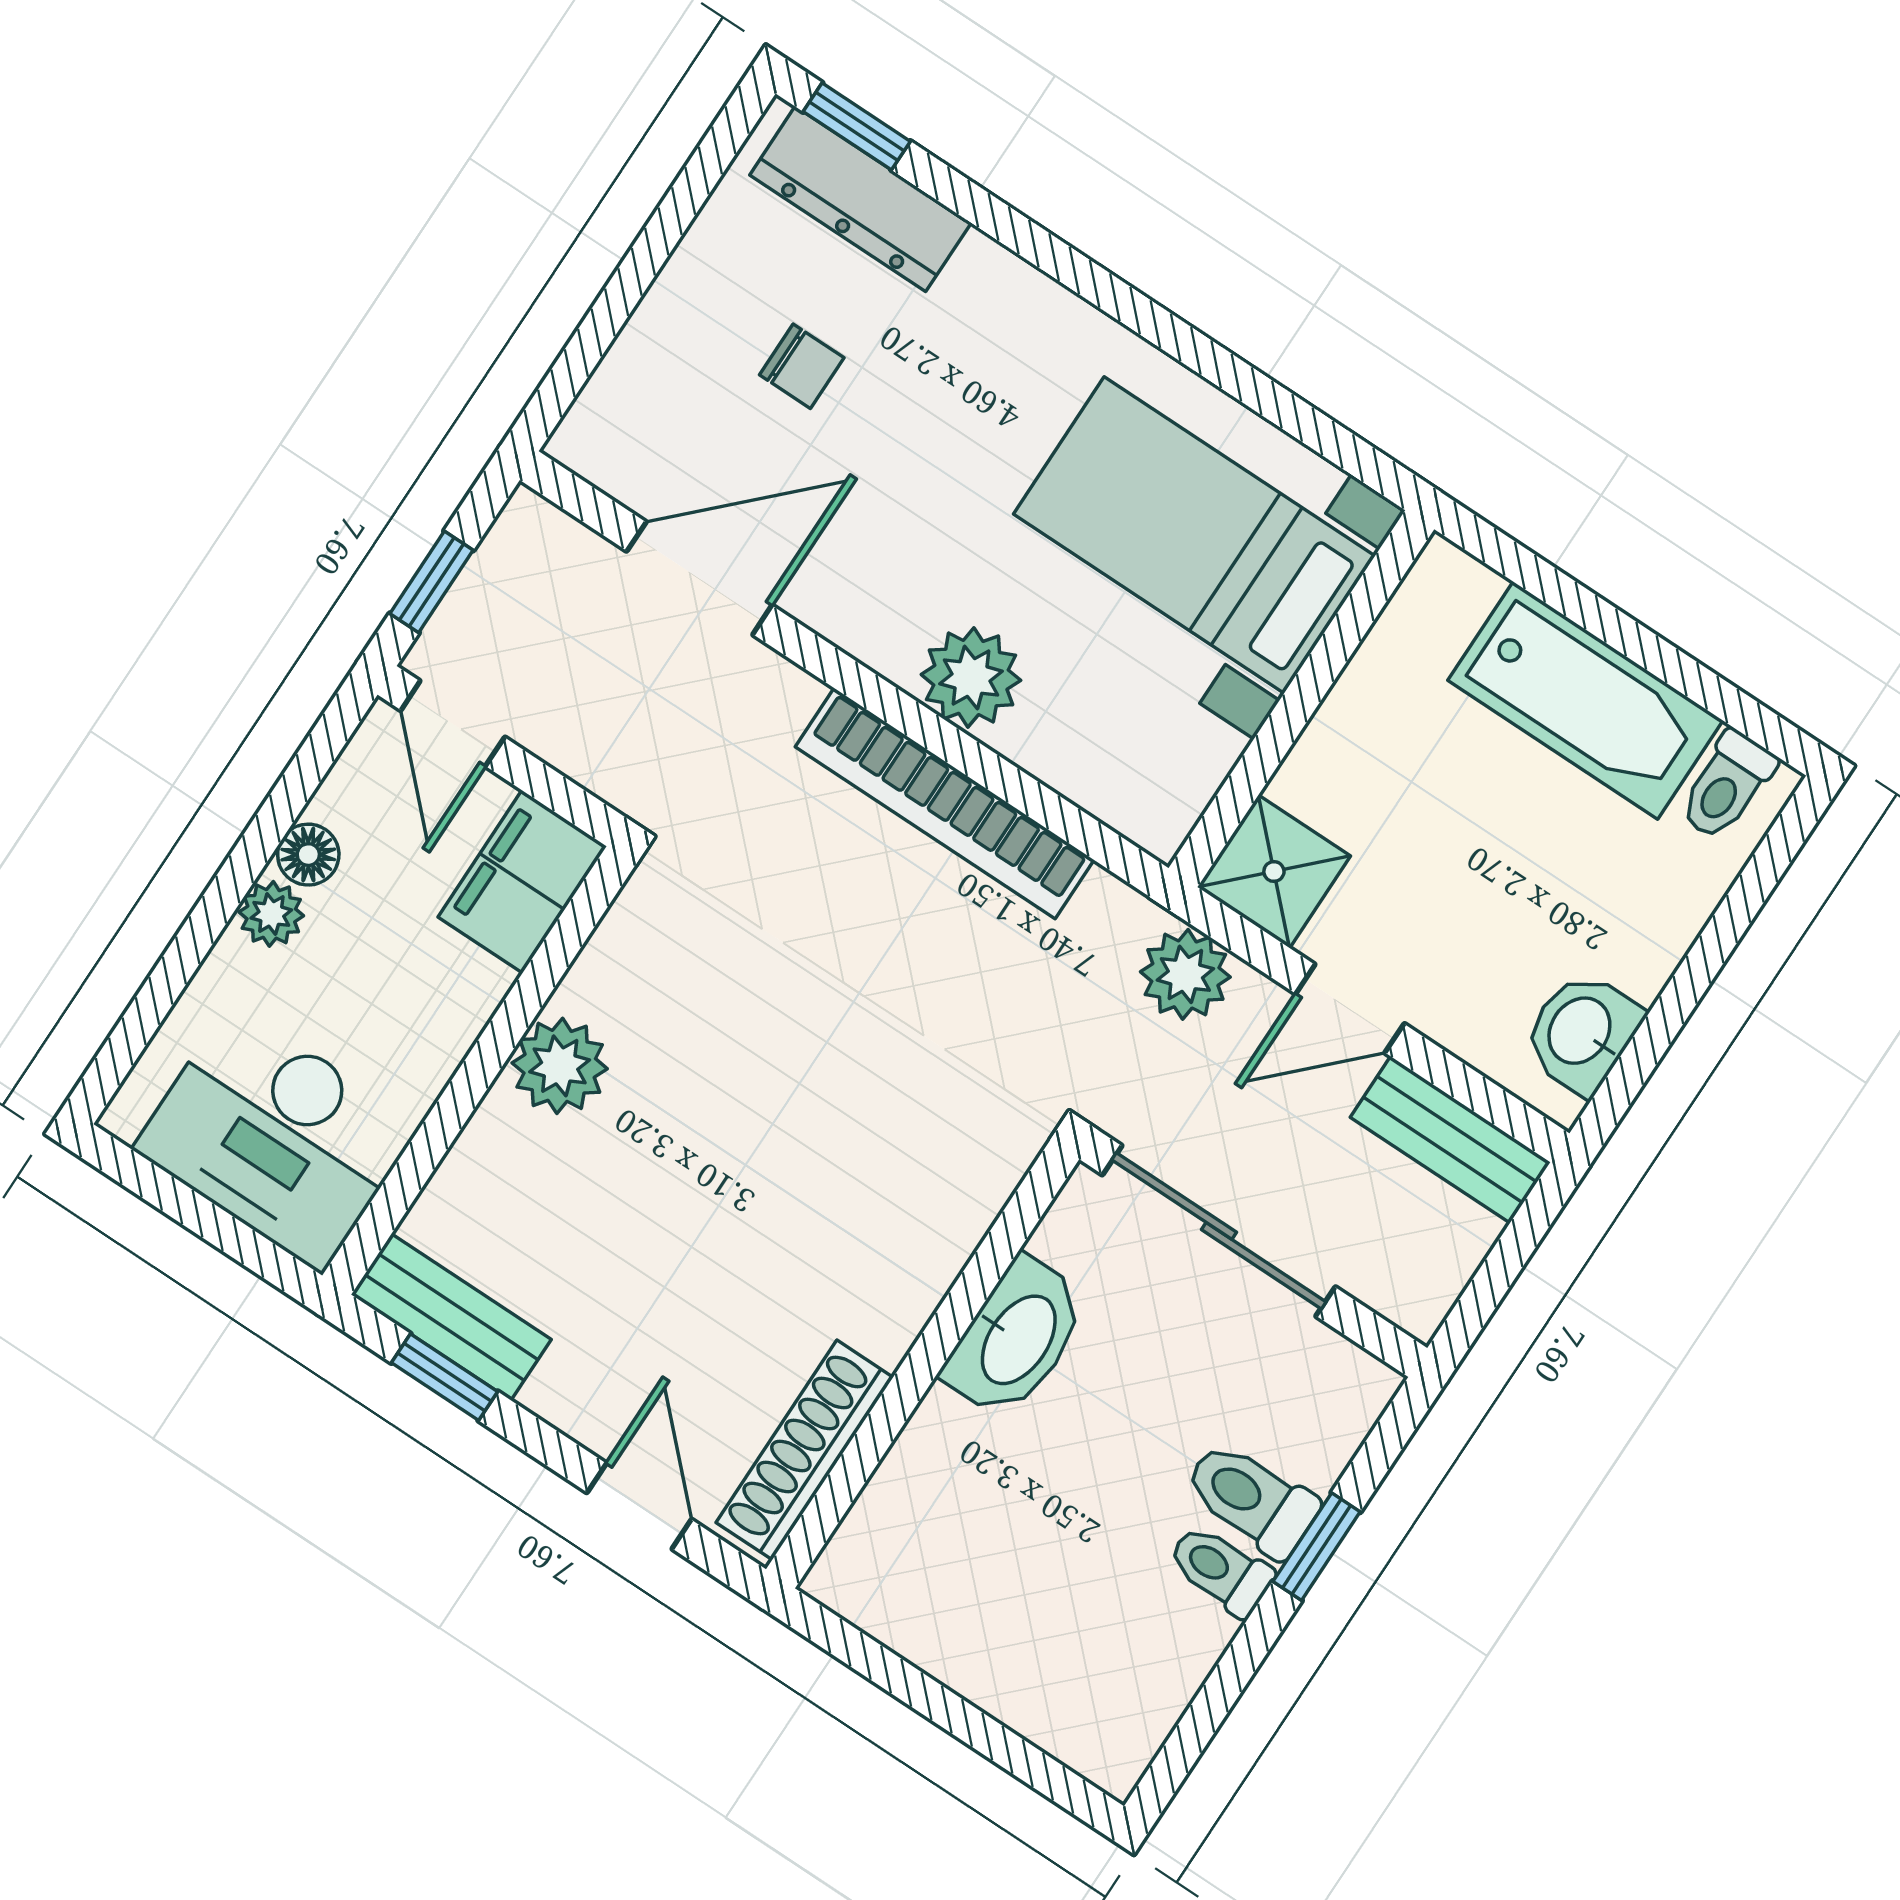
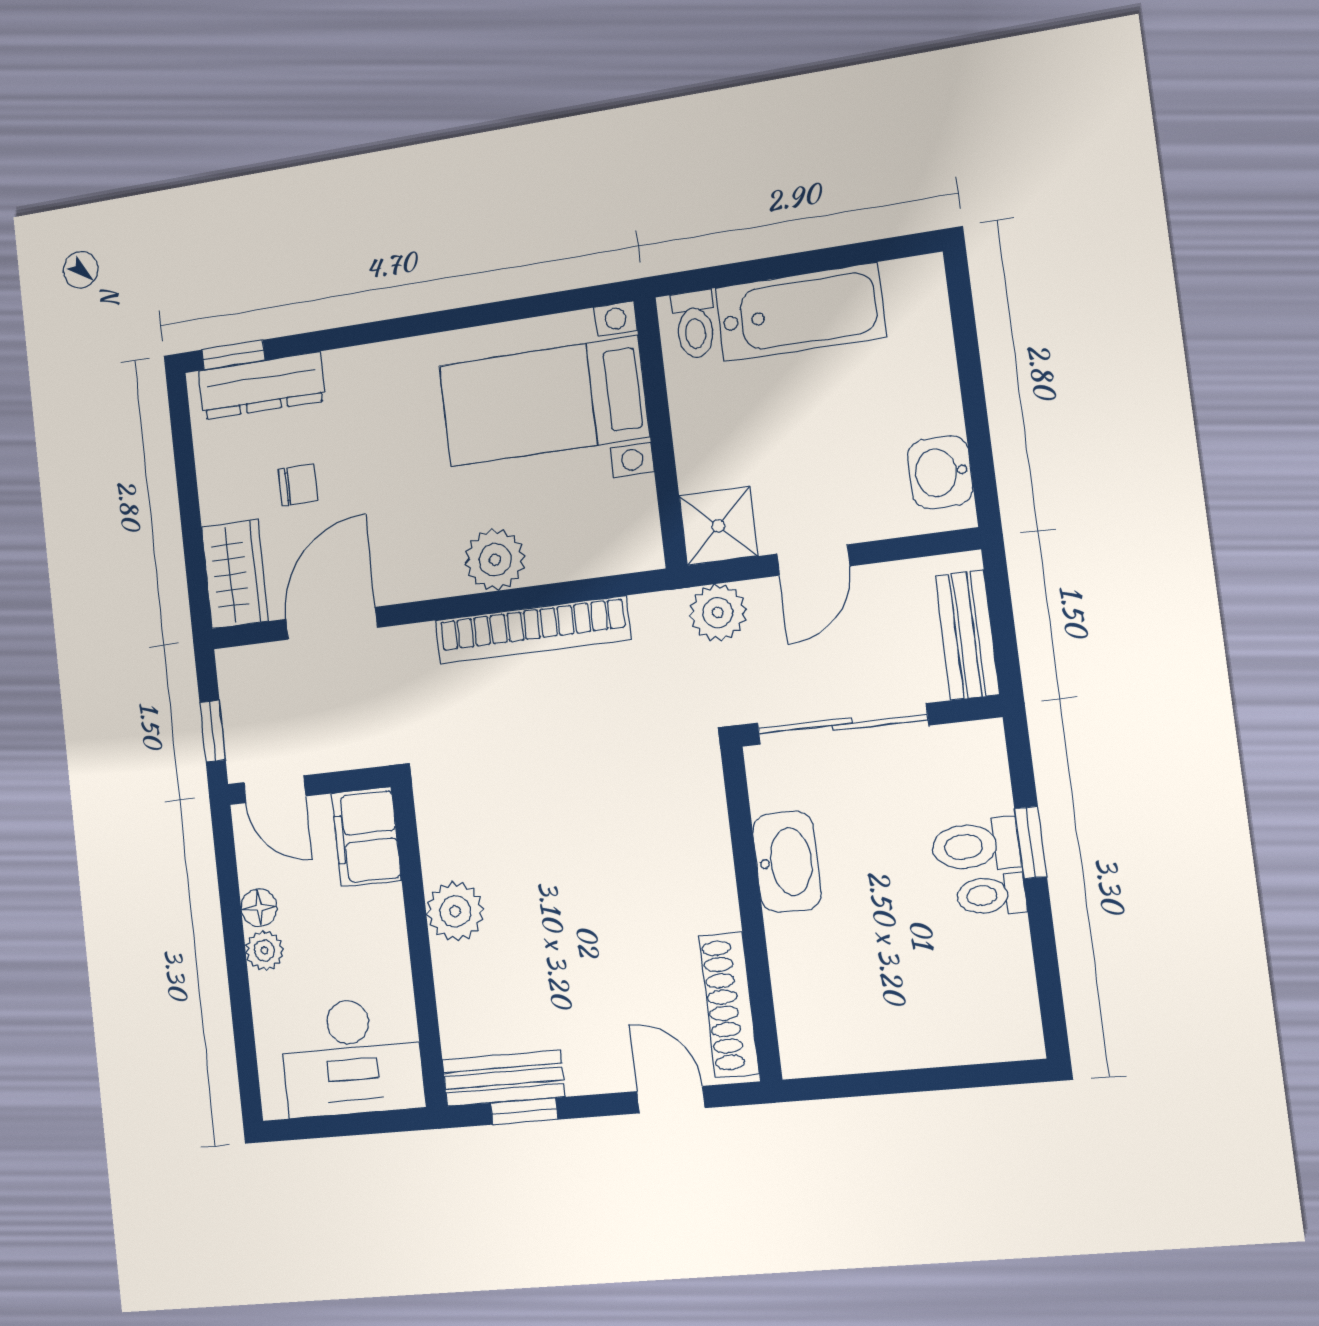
wardrobe: (626, 408) -> (235, 574), added
toilet: (1727, 786) -> (694, 324), moved
bench: (1450, 1140) -> (967, 635), moved, turned 90

